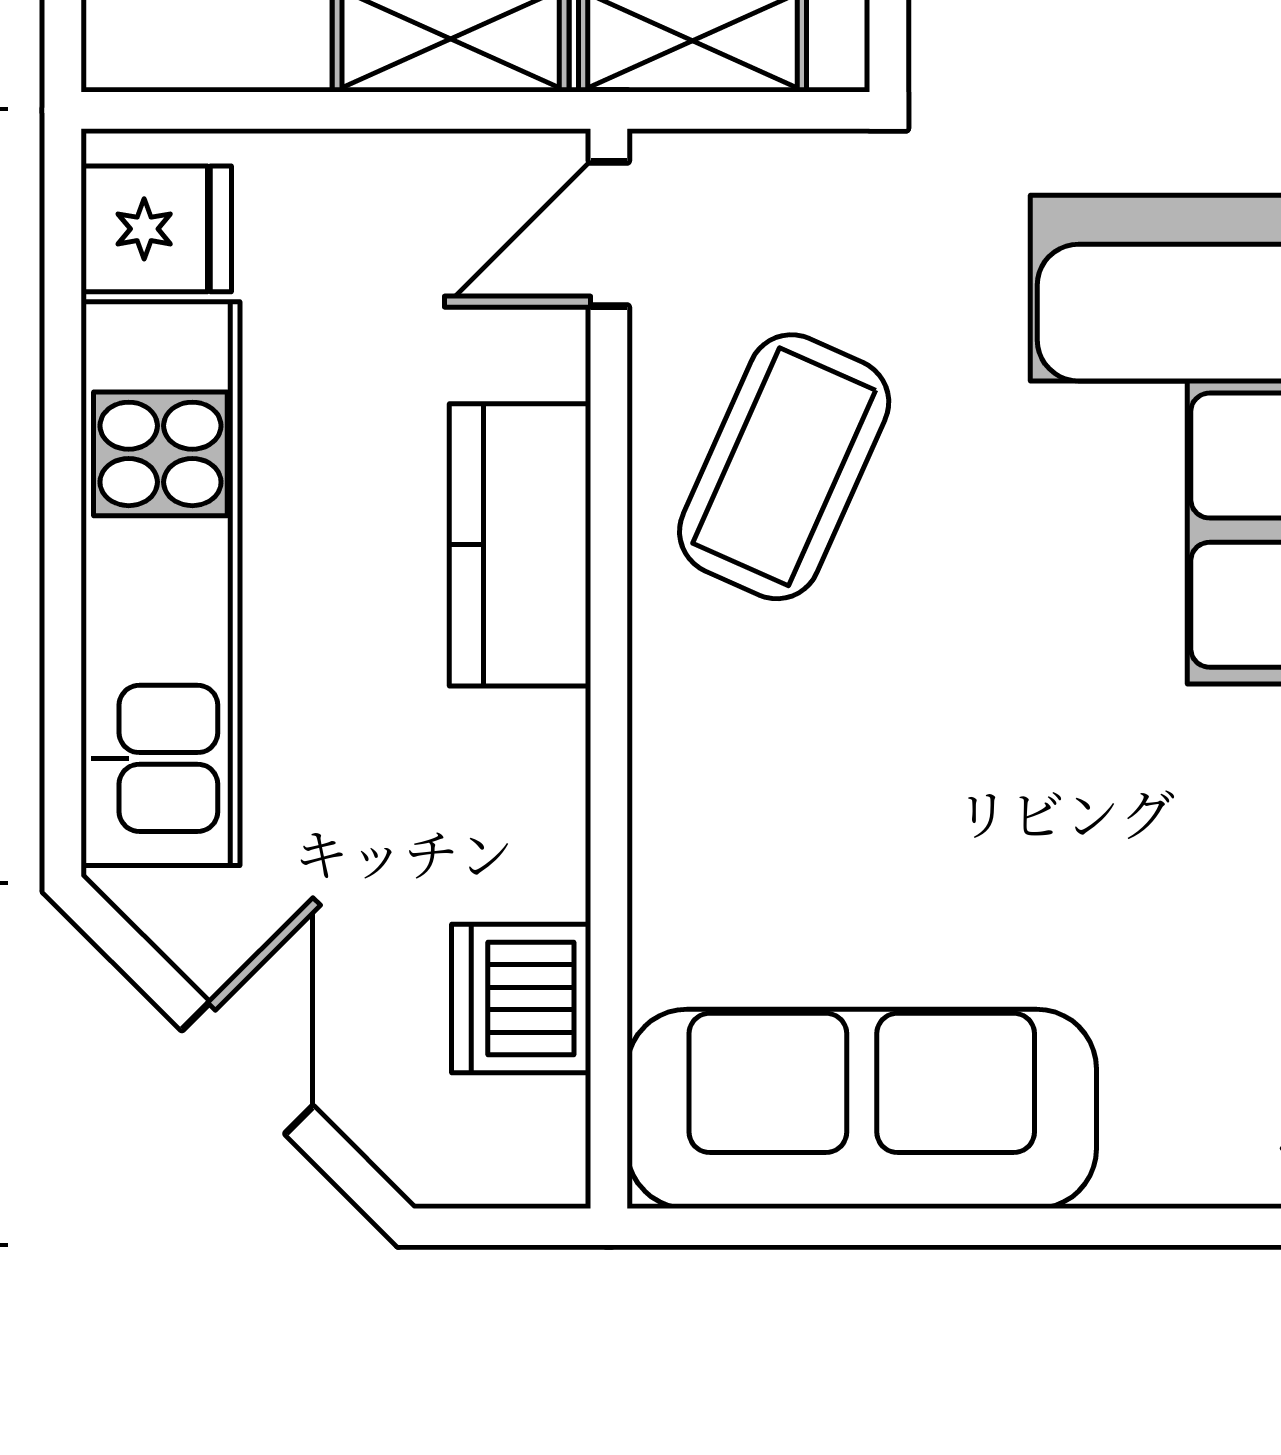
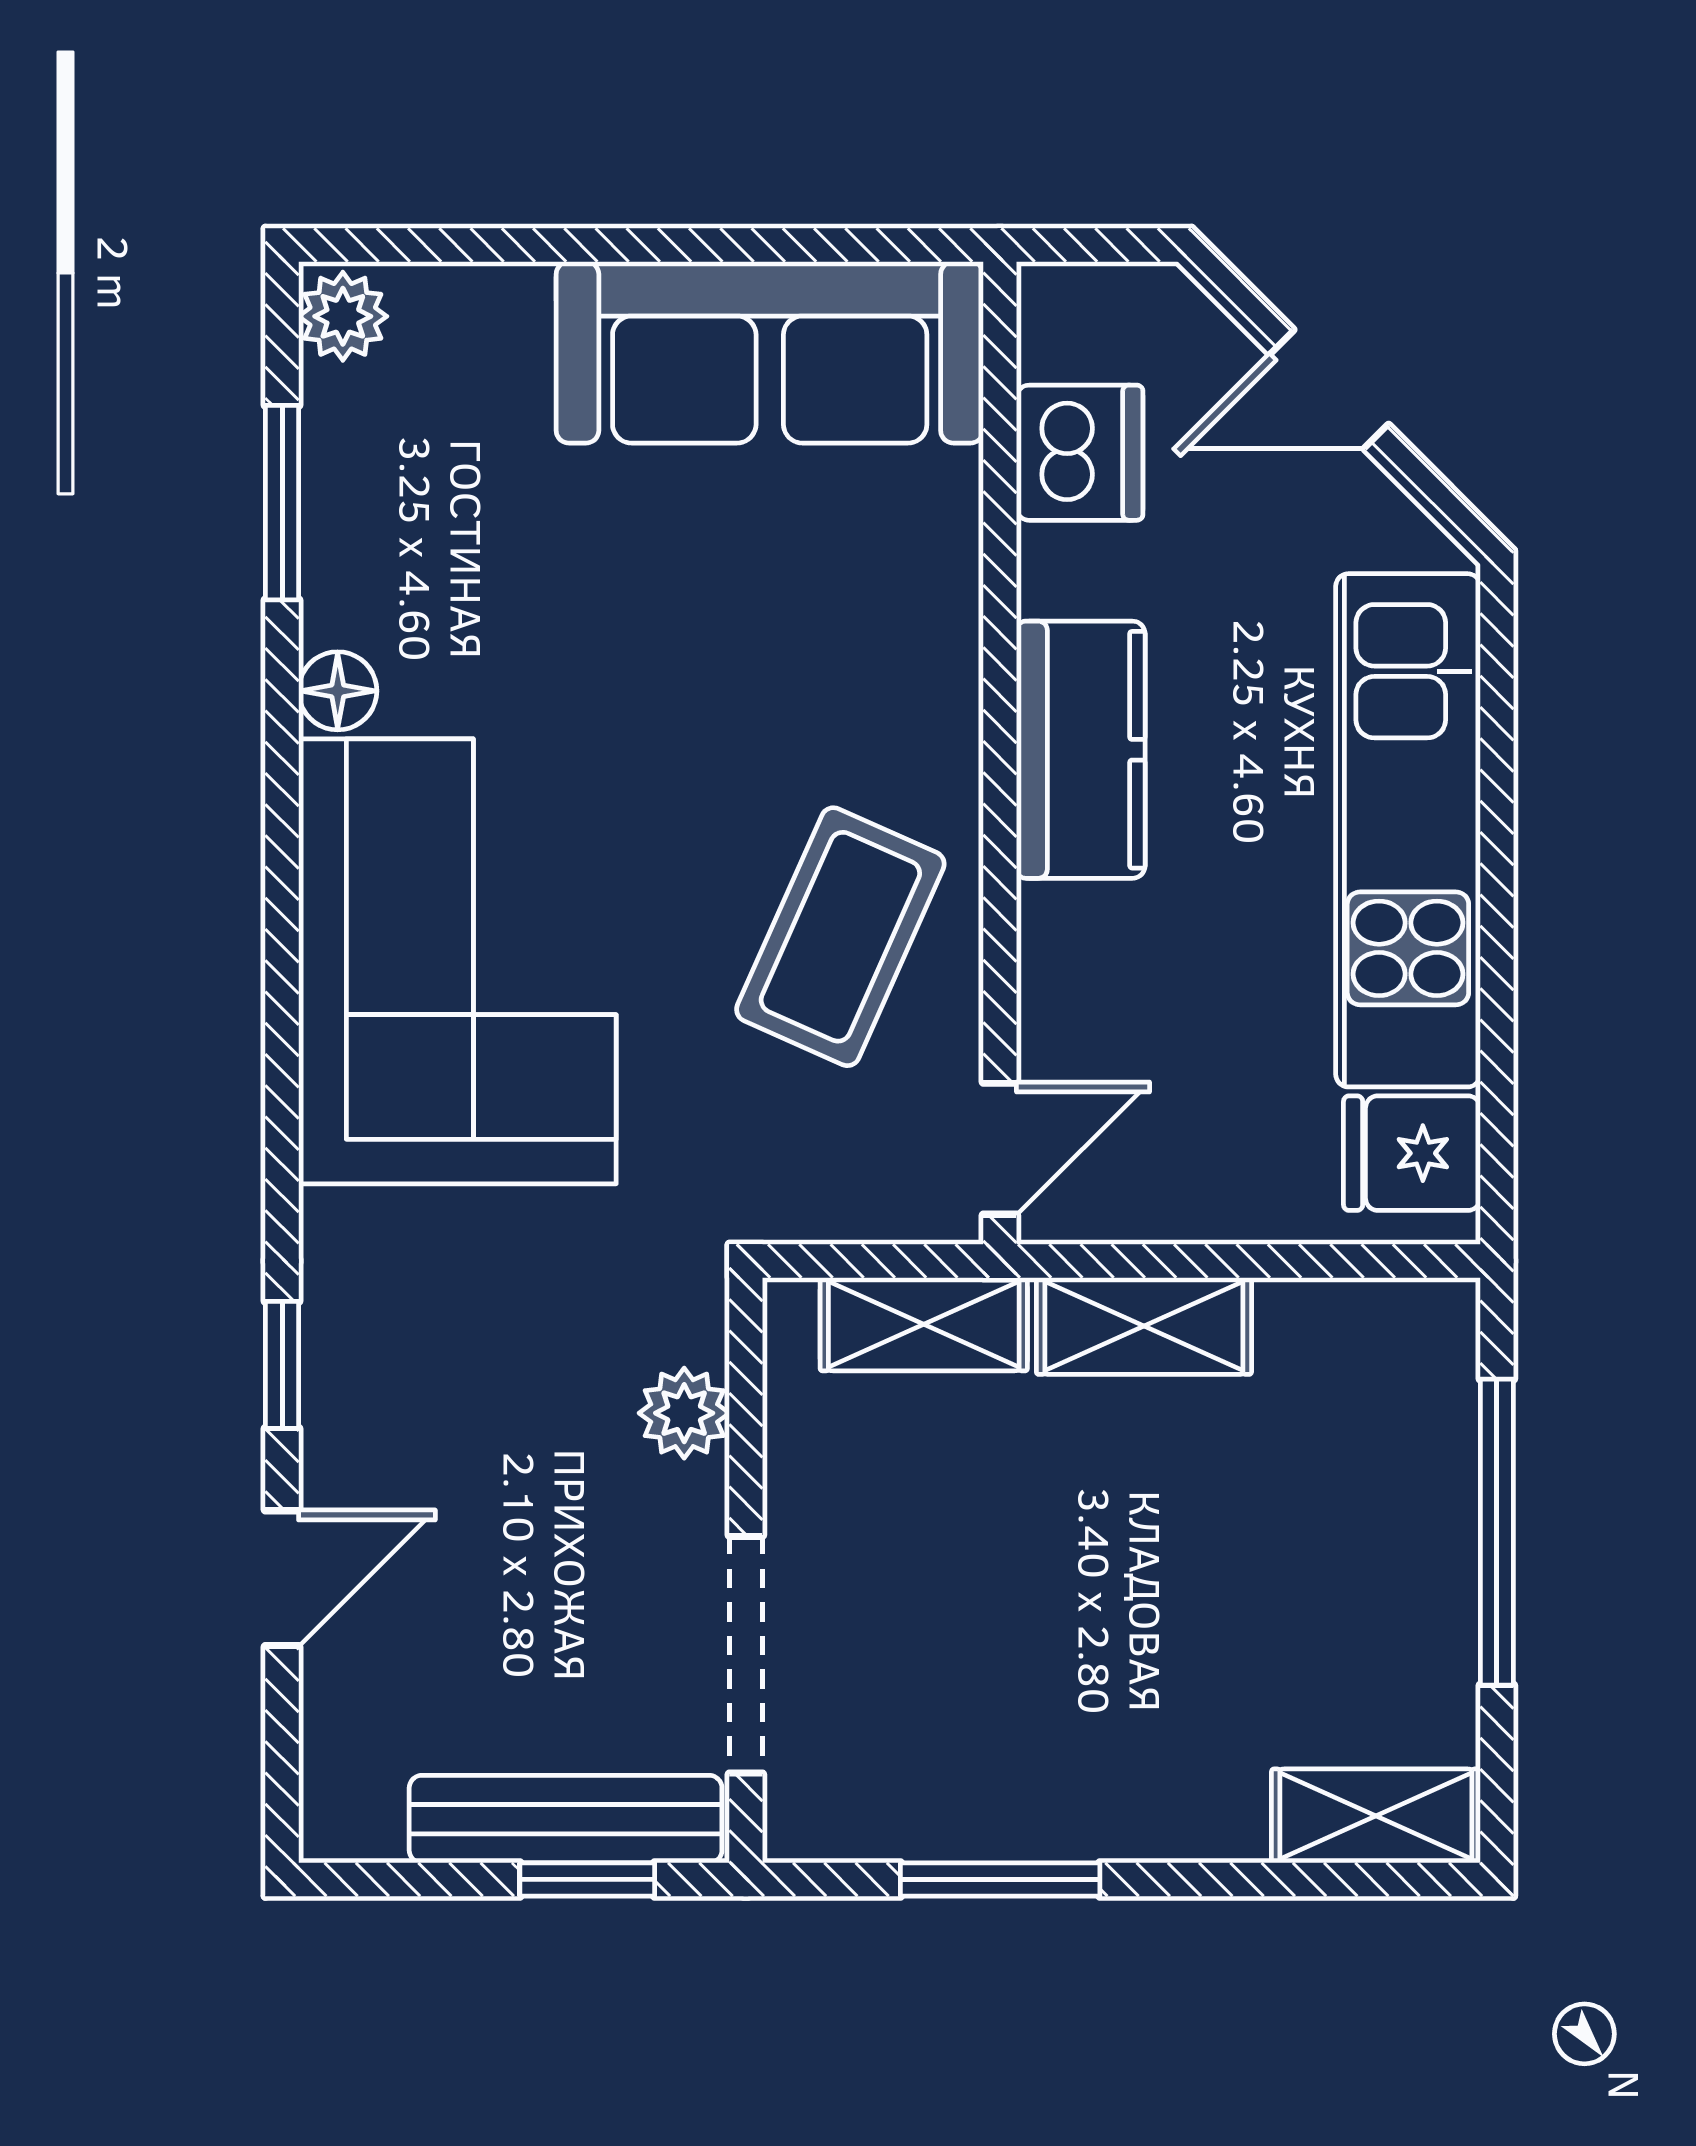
kitchen counter: (520, 545) -> (1081, 750), moved
door: (247, 1068) -> (1329, 389), hinge flipped

